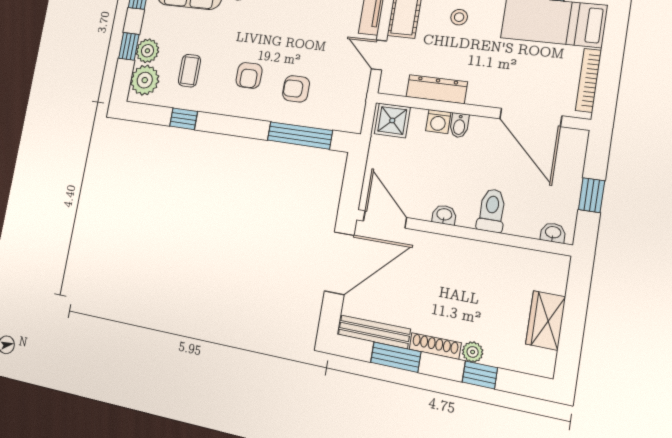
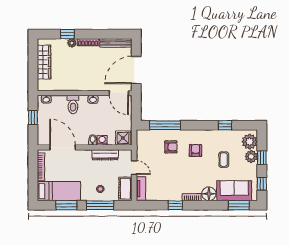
coffee table: (189, 71) -> (224, 160), moved
wardrobe: (546, 320) -> (44, 62), width x1.50
window: (396, 357) -> (104, 34), removed

